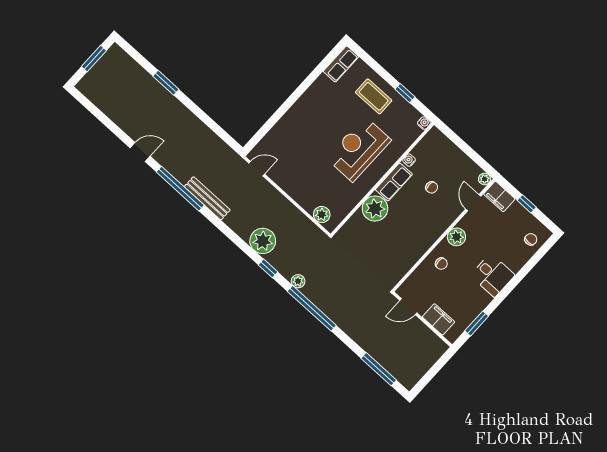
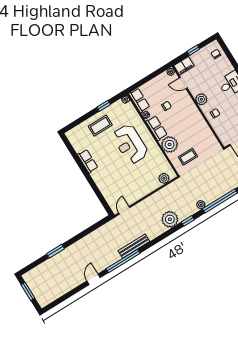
row of seats: (341, 64) -> (88, 161), moved
row of seats: (428, 144) -> (139, 100), added
coffee table: (364, 241) -> (188, 157), added

